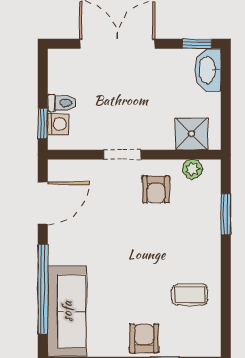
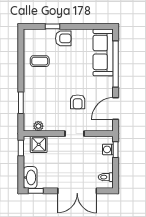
toilet: (62, 103) -> (106, 177), moved
window: (226, 127) -> (21, 148), added
armchair: (156, 189) -> (78, 102), moved, turned 180
armchair: (144, 338) -> (63, 38), turned -90

